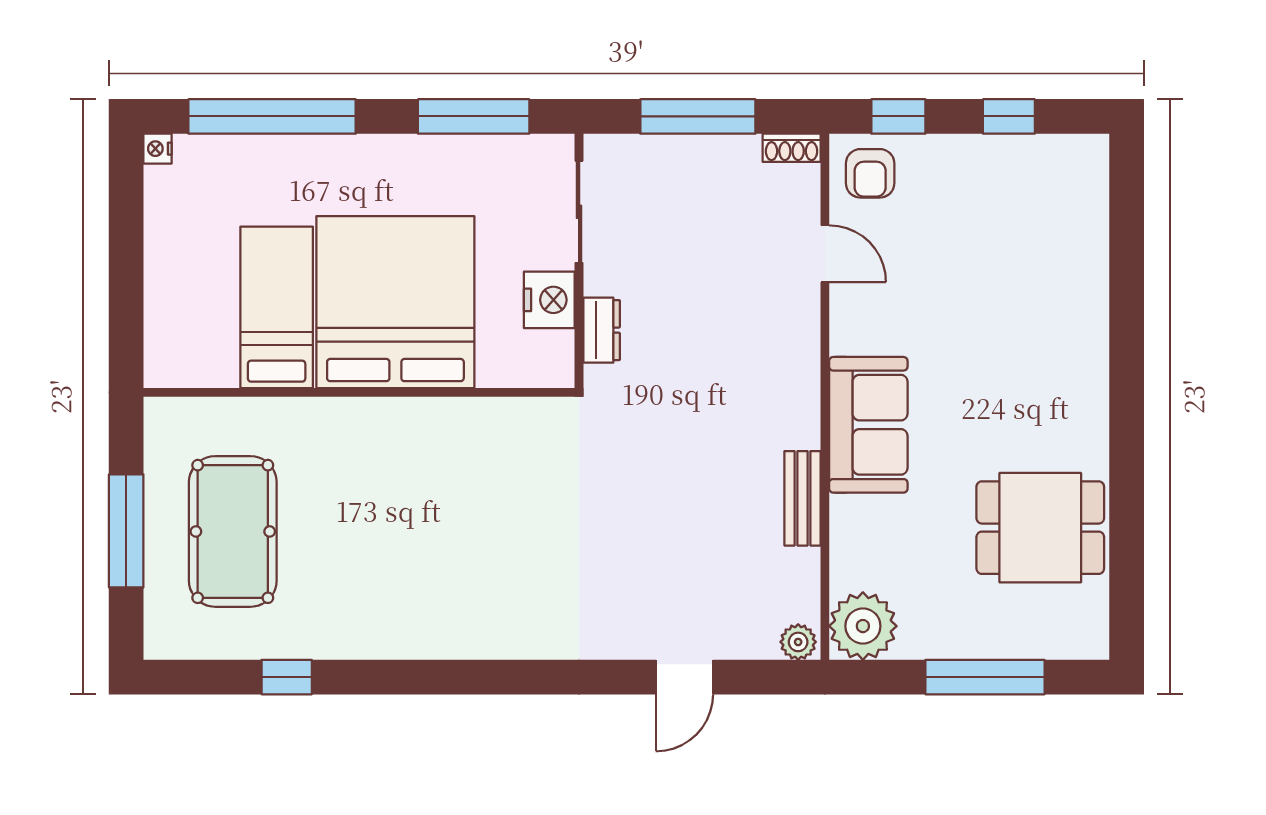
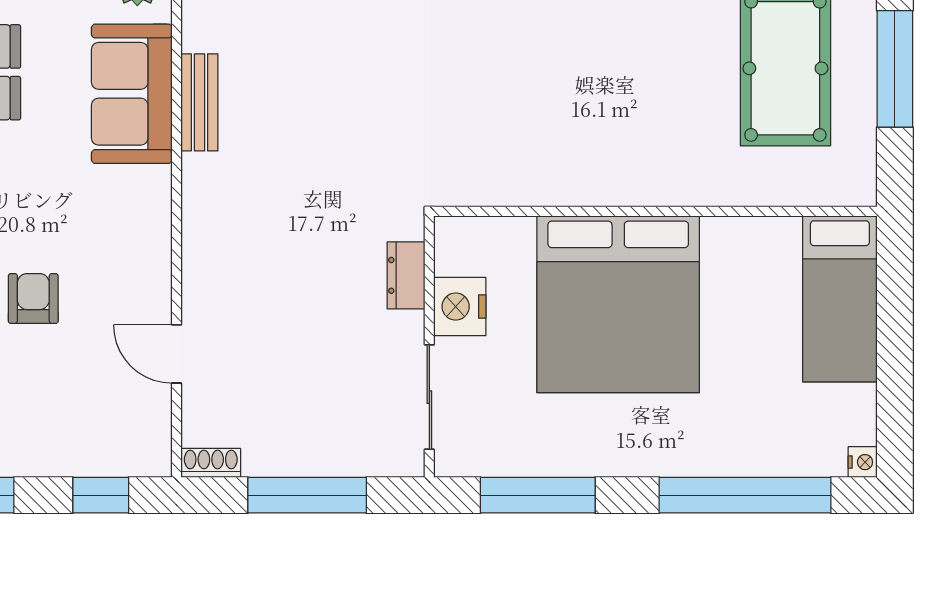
armchair: (870, 173) -> (33, 299), moved
bed: (277, 307) -> (840, 299), moved
sofa: (868, 425) -> (132, 94), moved

